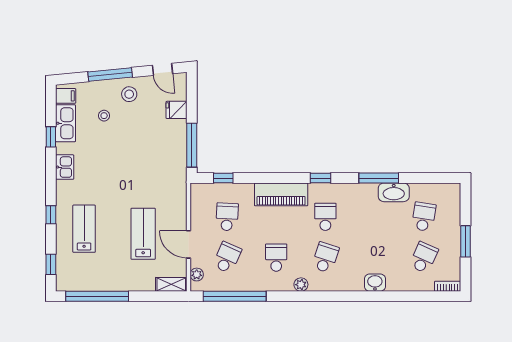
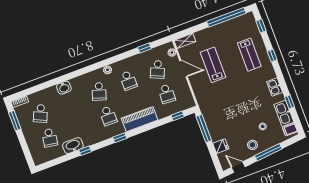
window: (379, 178) -> (85, 151), width x0.46
lab bench: (143, 234) -> (213, 65), turned 180
window: (465, 241) -> (15, 121), moved
window: (235, 296) -> (144, 48), width x0.32

